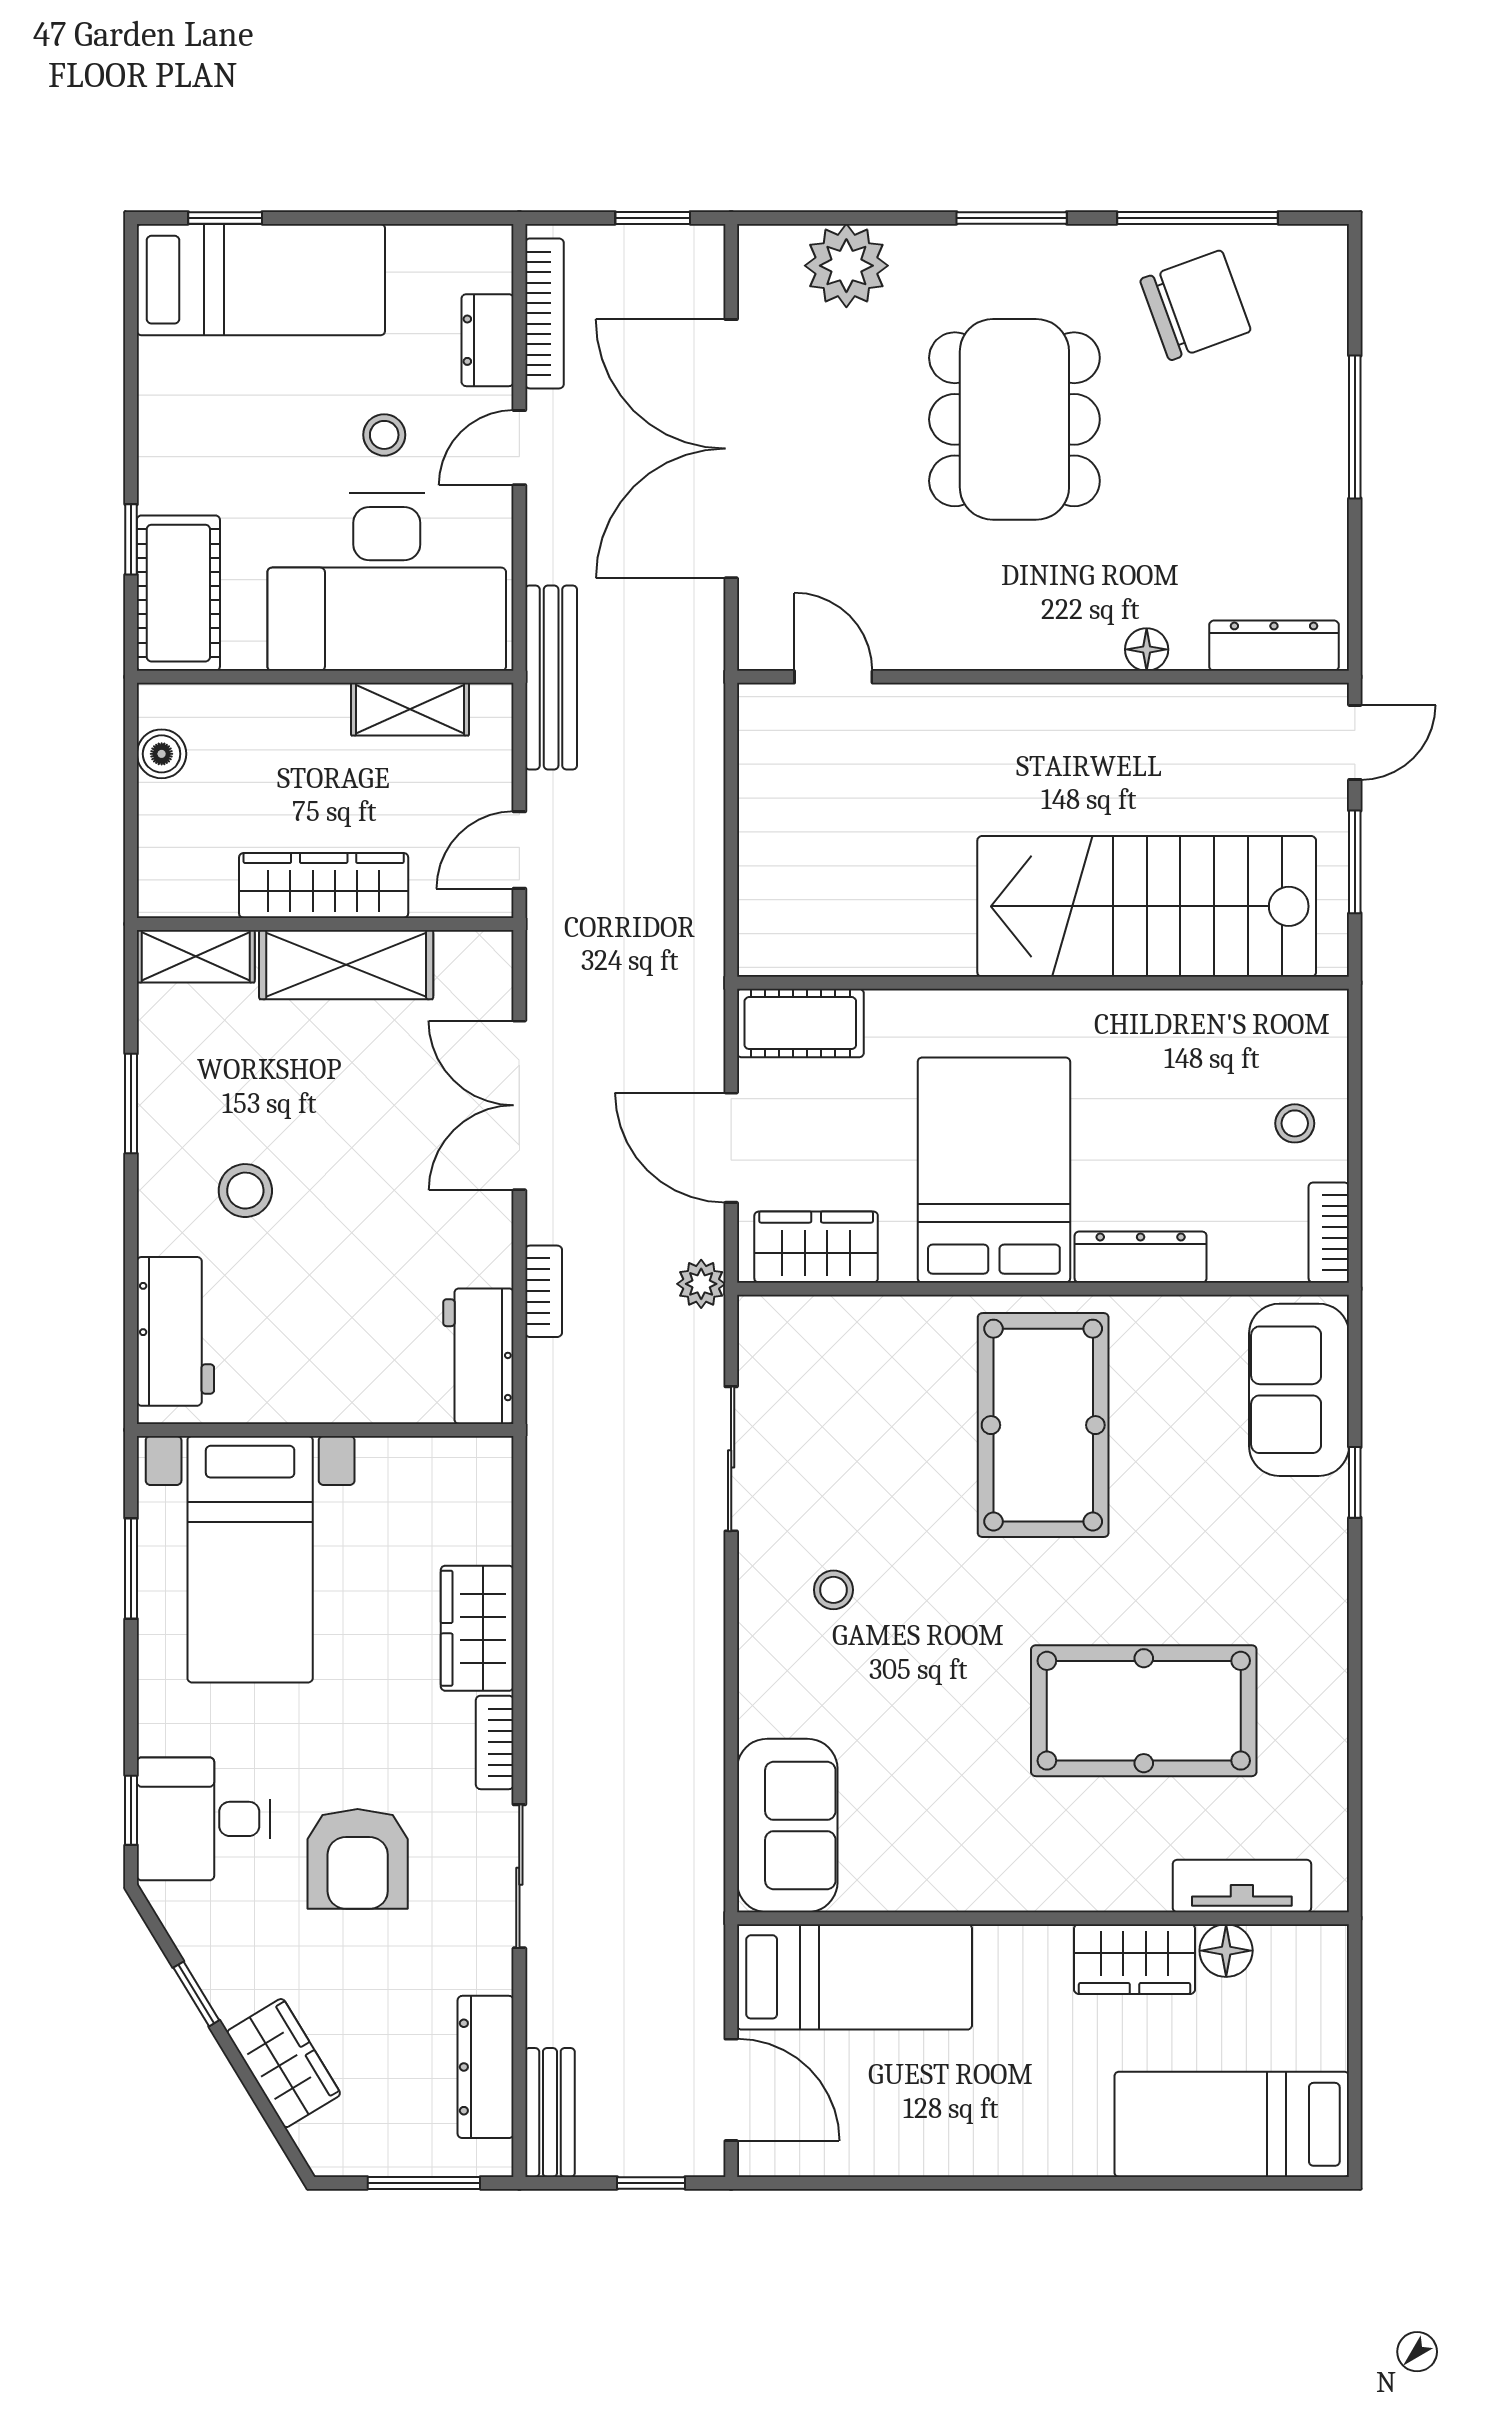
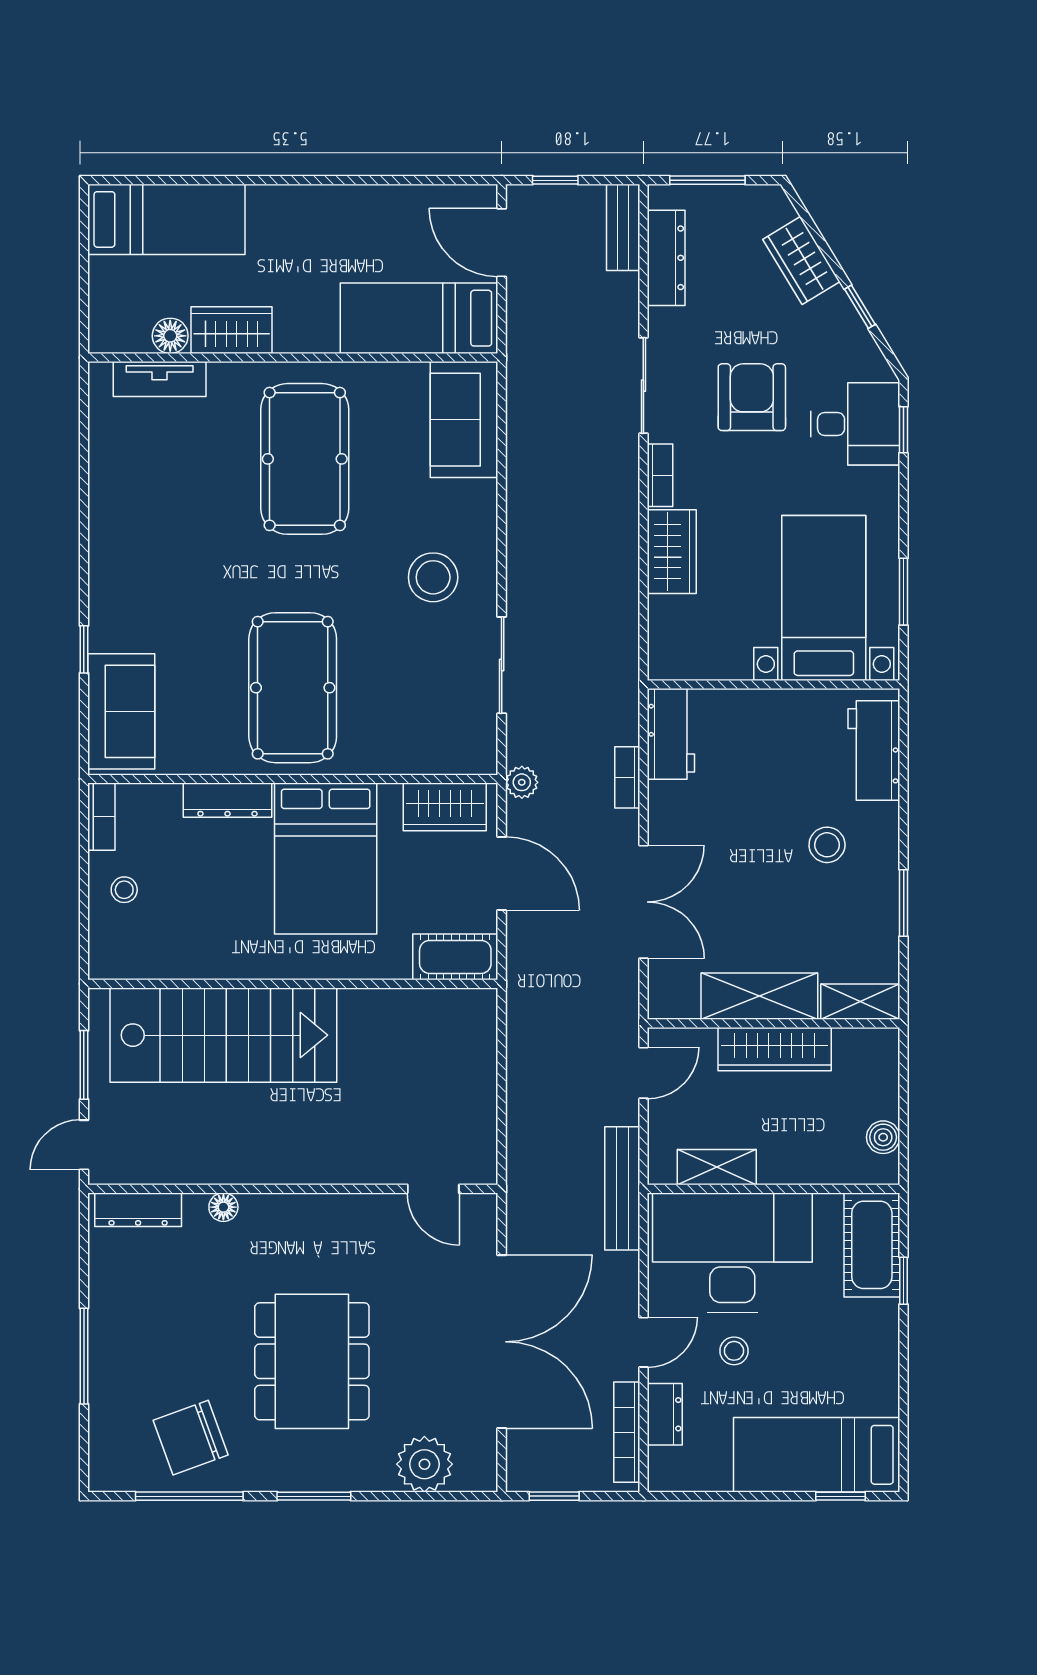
stool: (833, 1590) -> (433, 577), width x1.89, depth x1.89
pool table: (1144, 1711) -> (305, 459), moved, turned 90

